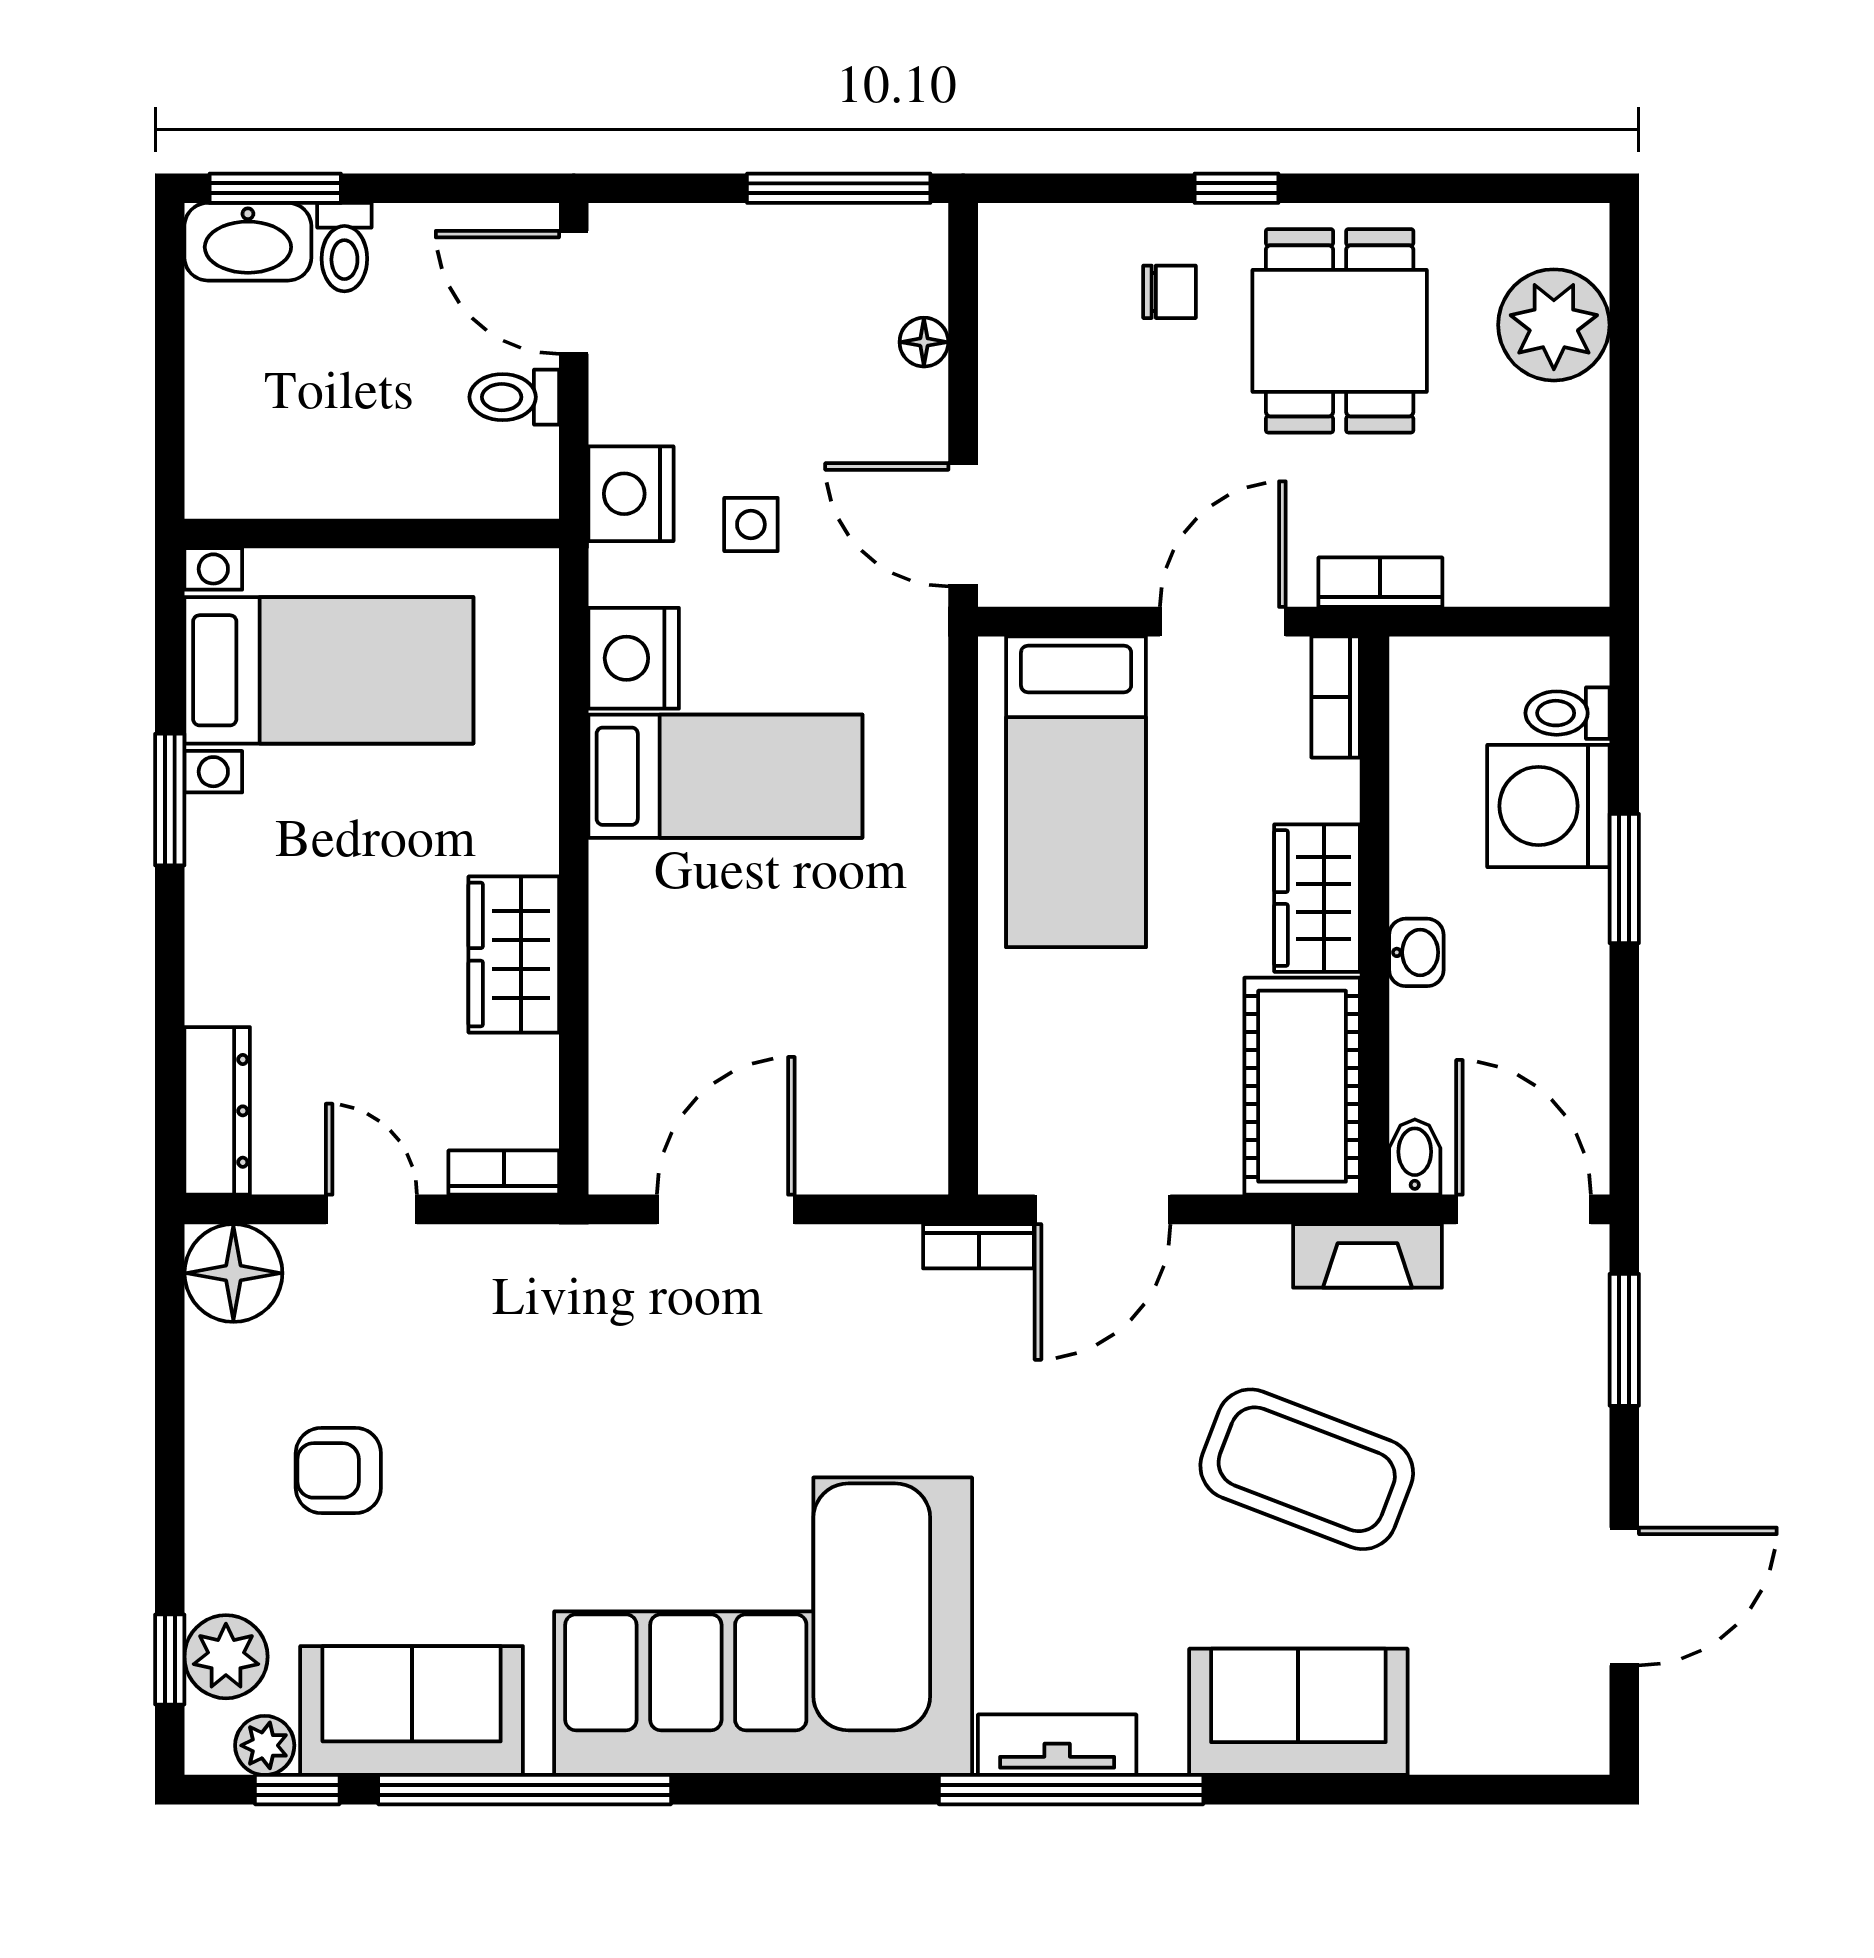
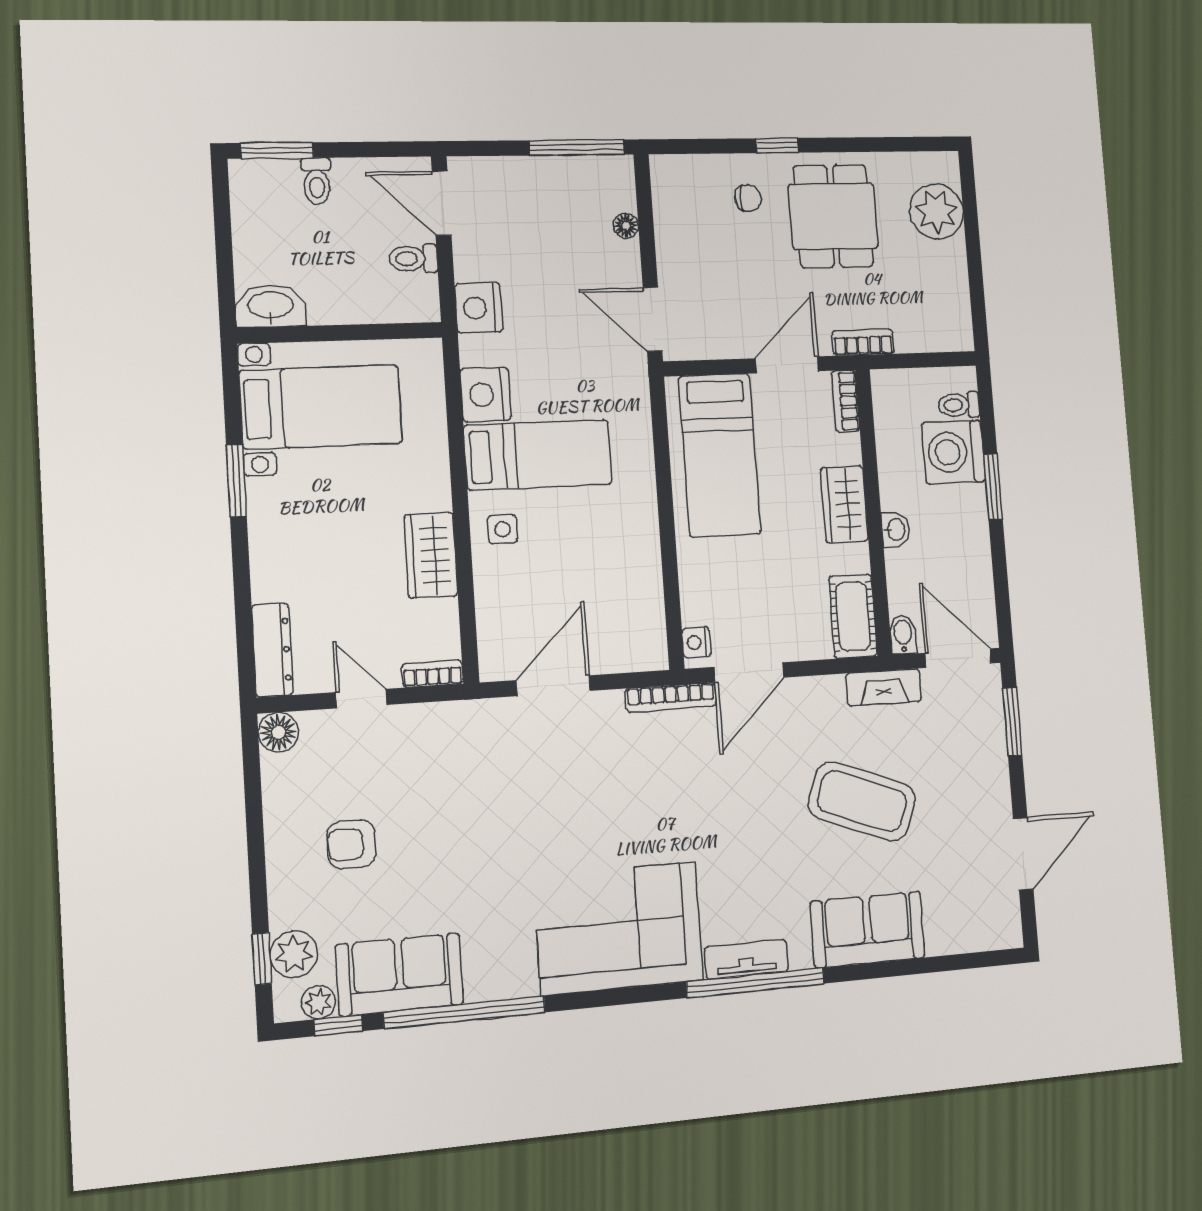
washbasin: (248, 242) -> (271, 306), moved, turned 180
side table: (751, 524) -> (503, 529), moved
cot: (1302, 1086) -> (853, 616), width x0.73, depth x0.75
nightstand: (1004, 1146) -> (696, 642), added
bookcase: (979, 1246) -> (671, 697), width x1.56
floor lamp: (233, 1273) -> (278, 732), width x0.73, depth x0.73
corner sofa: (763, 1626) -> (619, 928), width x0.73, depth x0.74

